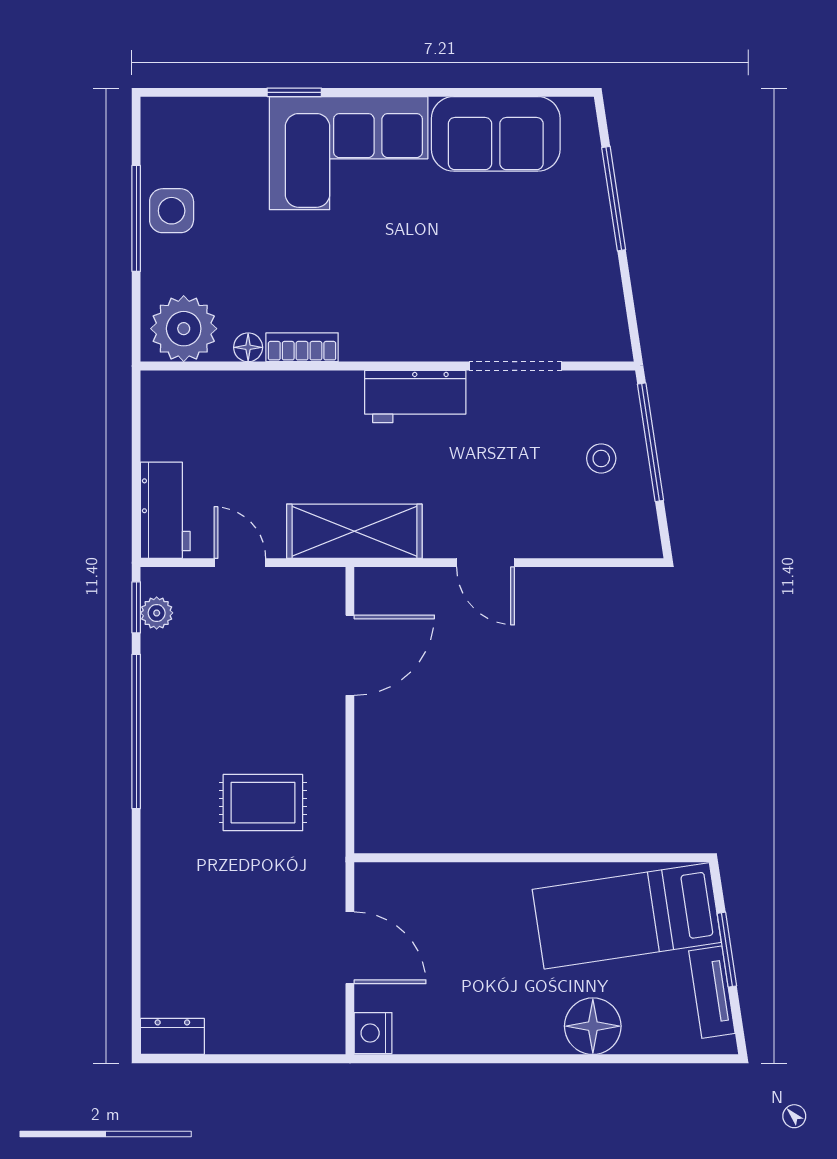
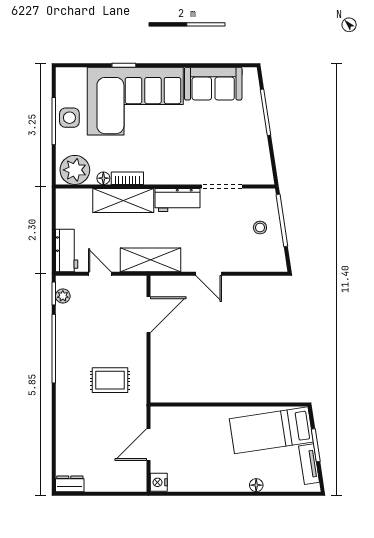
corner sofa: (349, 153) -> (135, 101), width x1.36, depth x1.36
shelving: (293, 398) -> (123, 201), added
door: (350, 948) -> (149, 445), swing flipped
floor lamp: (593, 1026) -> (256, 485), width x0.53, depth x0.53

